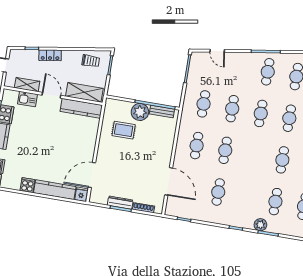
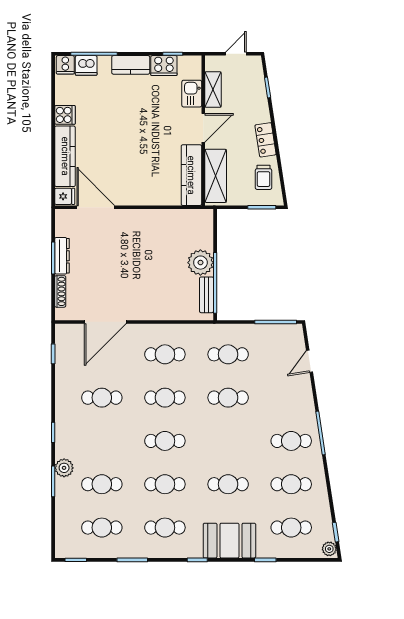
locker: (50, 55) -> (265, 140), moved
cafe table: (261, 113) -> (165, 441), moved
rug: (124, 130) -> (170, 243), removed

